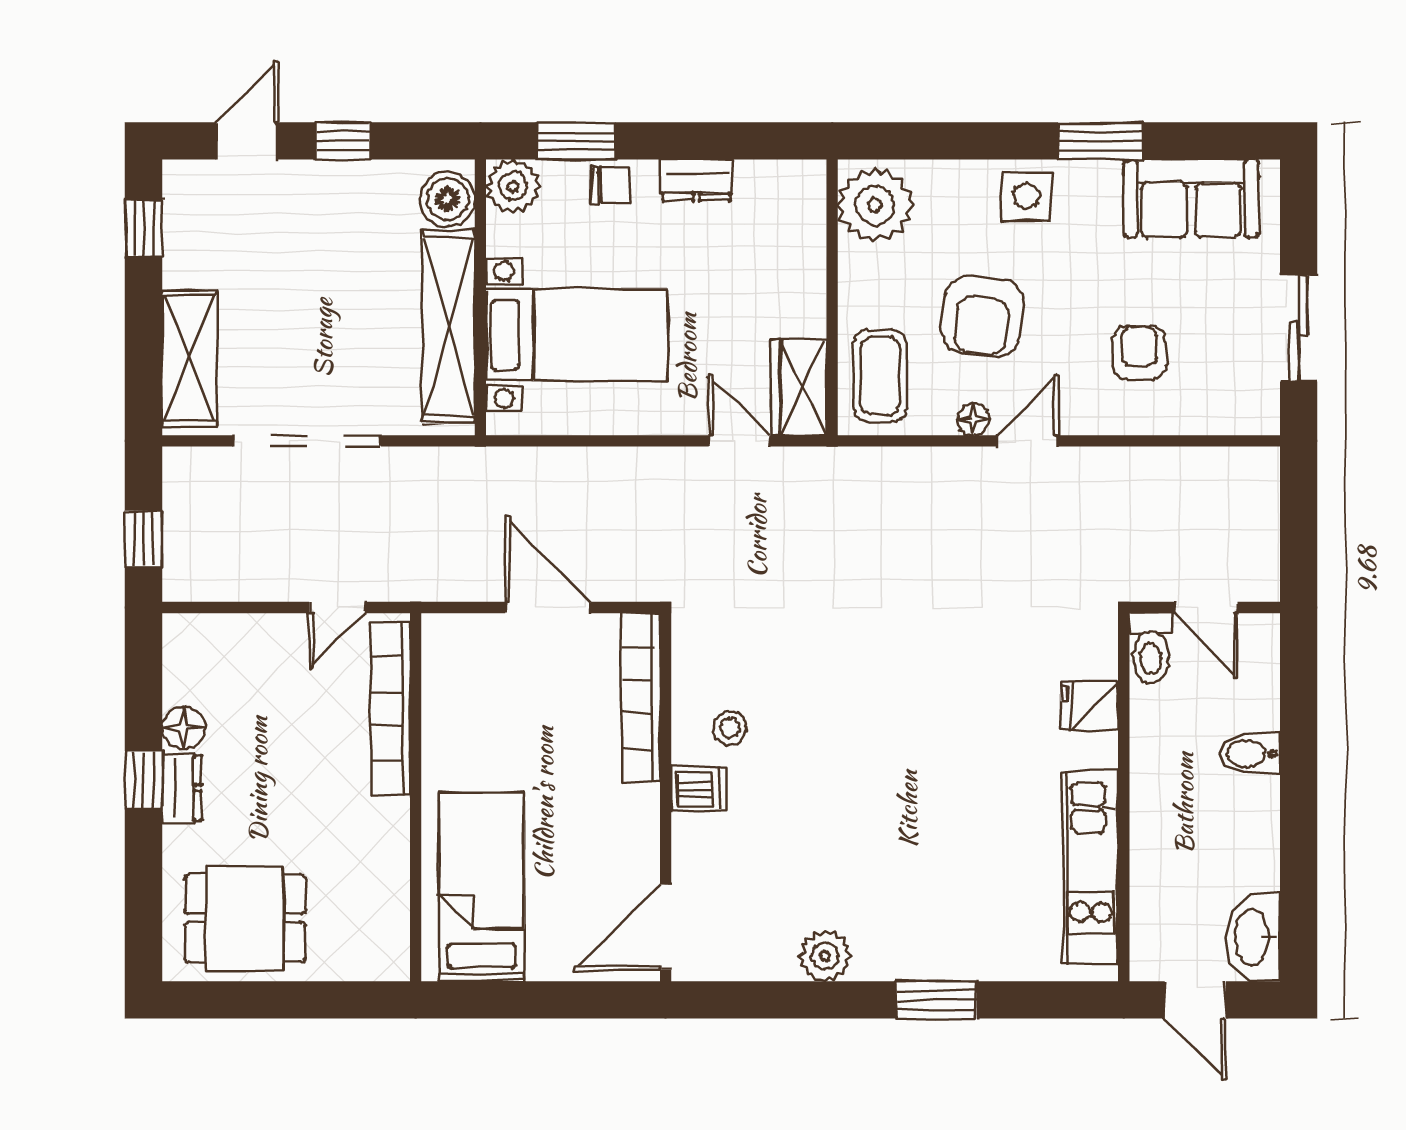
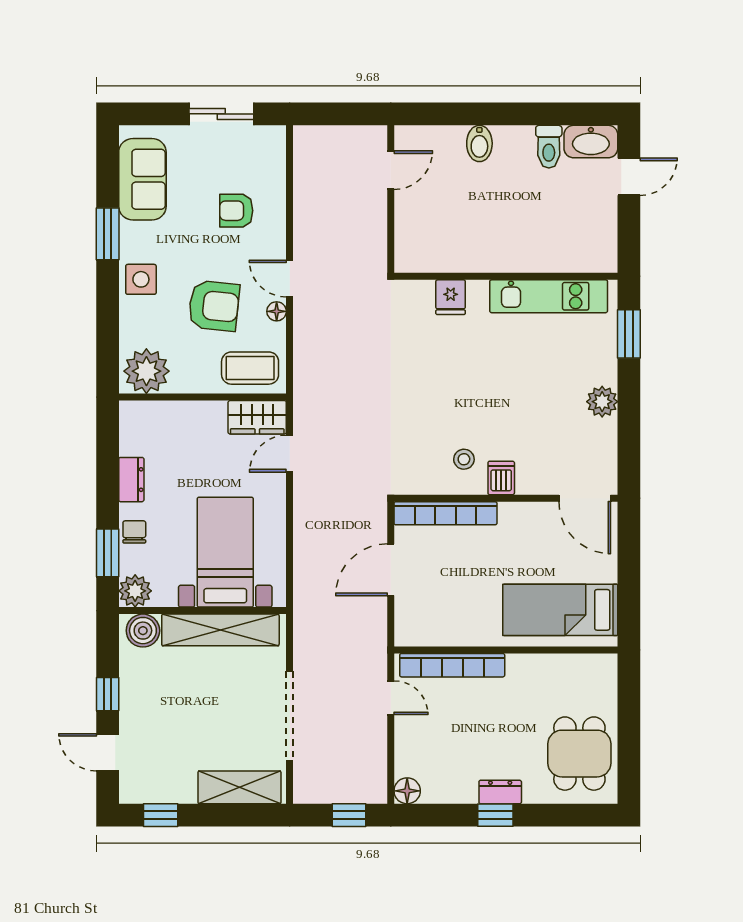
toilet: (1151, 648) -> (549, 147), moved, turned 90
fridge: (1089, 706) -> (451, 297), moved
floor lamp: (184, 728) -> (407, 791), moved
wall: (1124, 797) -> (506, 276), moved
kitchen unit: (1091, 868) -> (549, 296), moved

